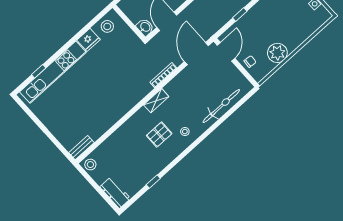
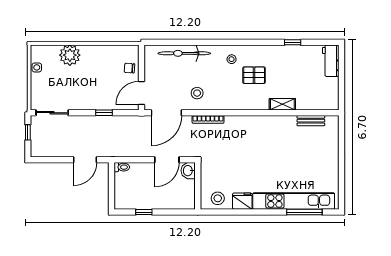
plant: (277, 53) -> (70, 55), moved
window: (39, 71) -> (304, 212), width x2.17
shelving: (156, 101) -> (282, 104), moved
bench: (81, 148) -> (311, 121), moved
stool: (90, 165) -> (197, 93), moved

